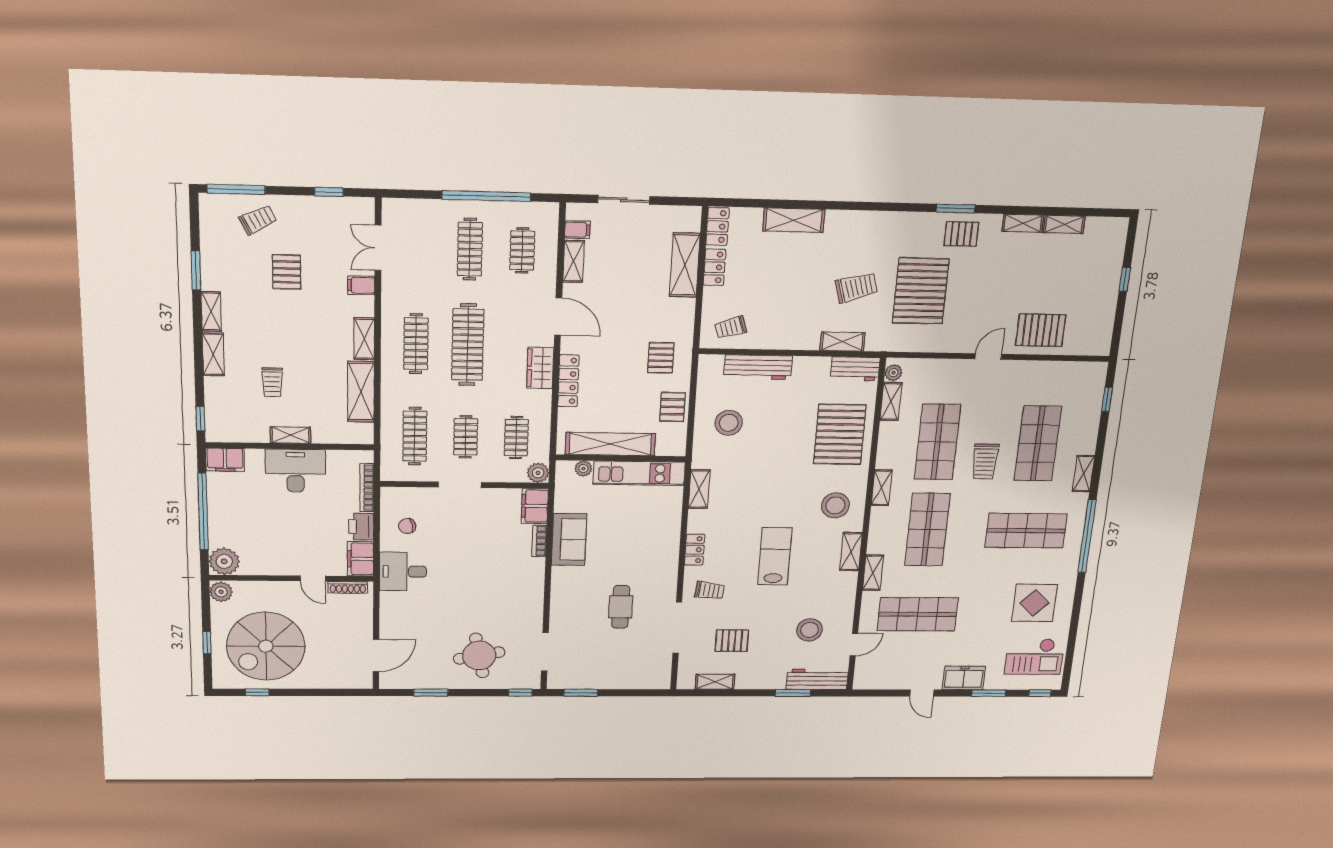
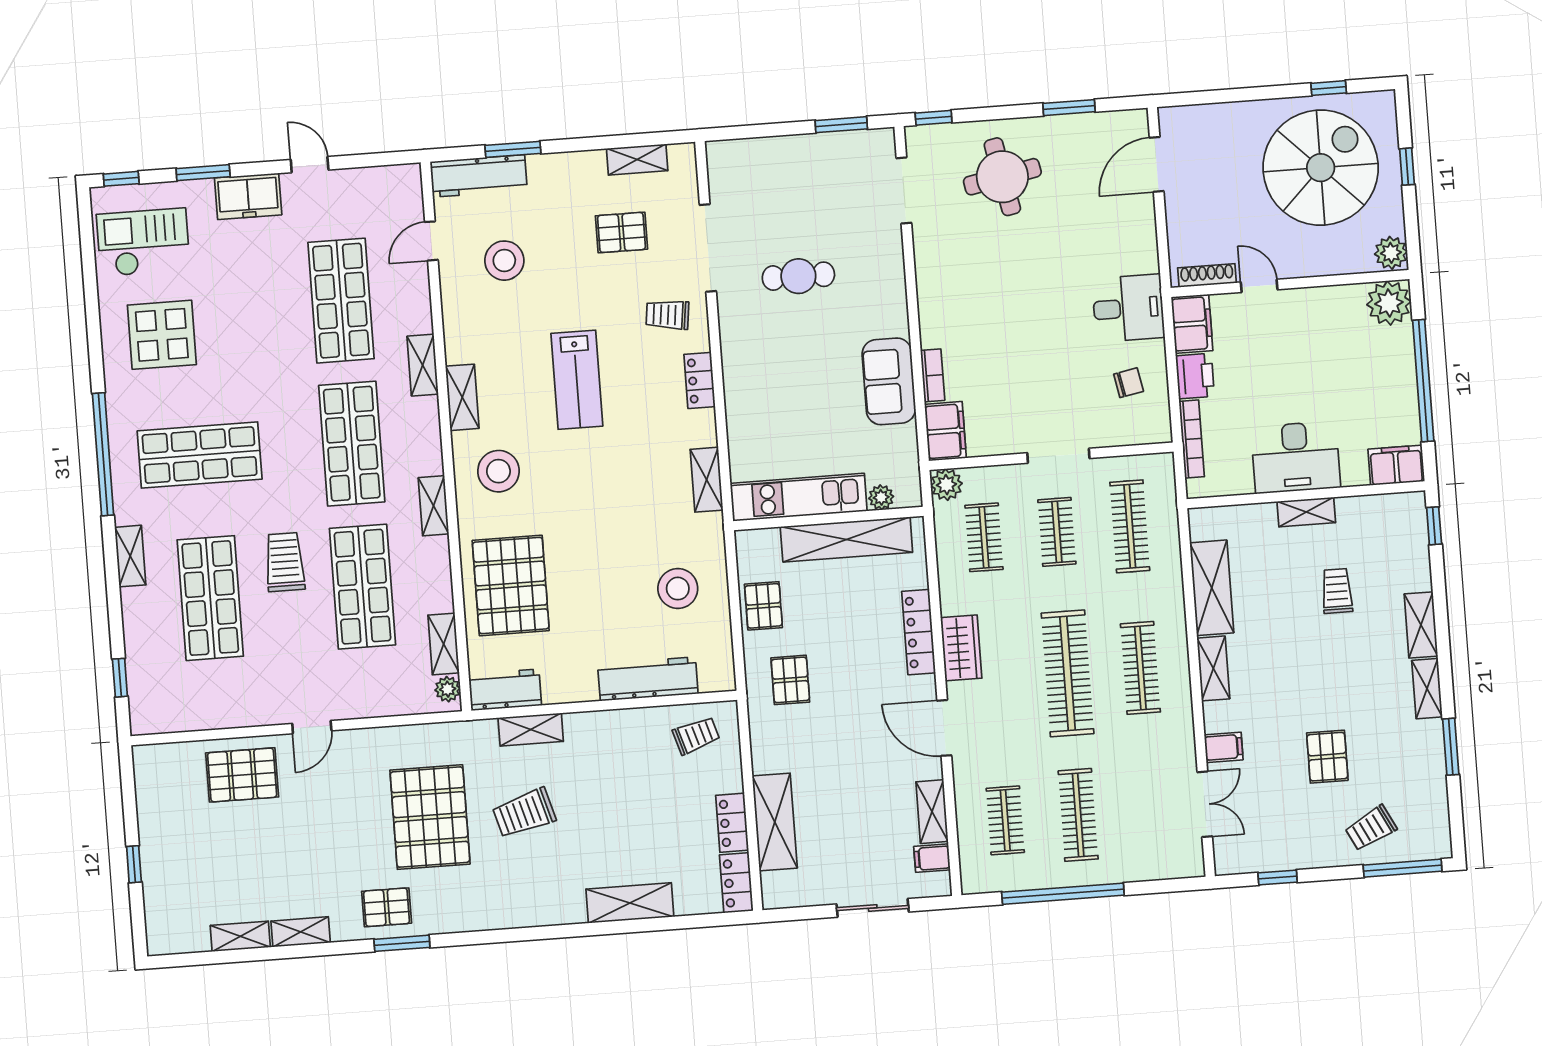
cafe table: (621, 607) -> (798, 276), turned 90
shop shelf: (918, 614) -> (341, 301), turned 90

